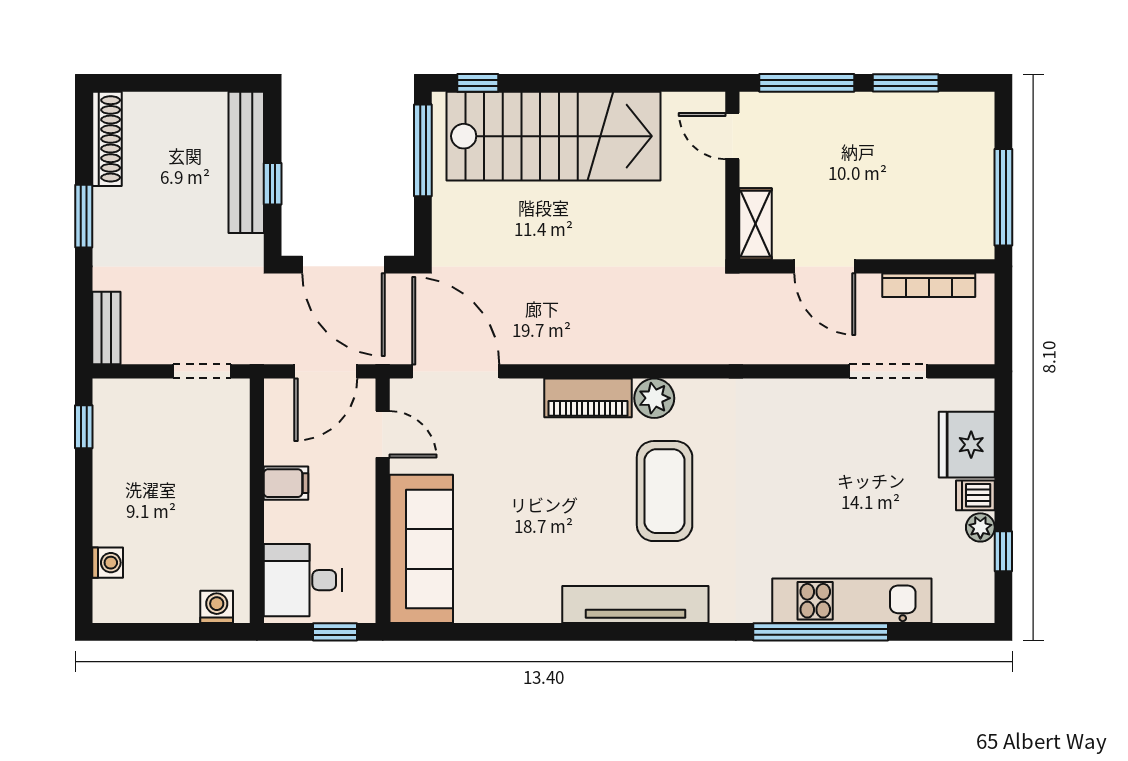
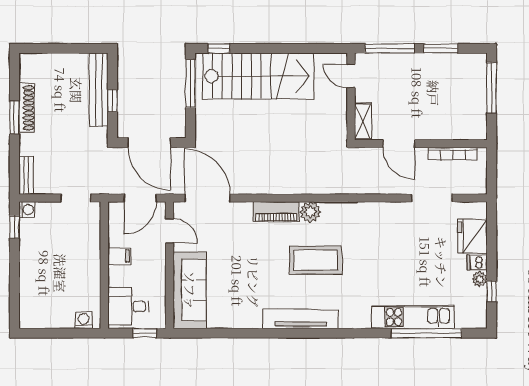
shoe rack: (107, 139) -> (27, 108), moved
window: (1003, 197) -> (492, 88), moved
coffee table: (665, 491) -> (316, 260), turned 90
washing machine: (108, 563) -> (27, 210), moved
window: (821, 632) -> (426, 333), moved

